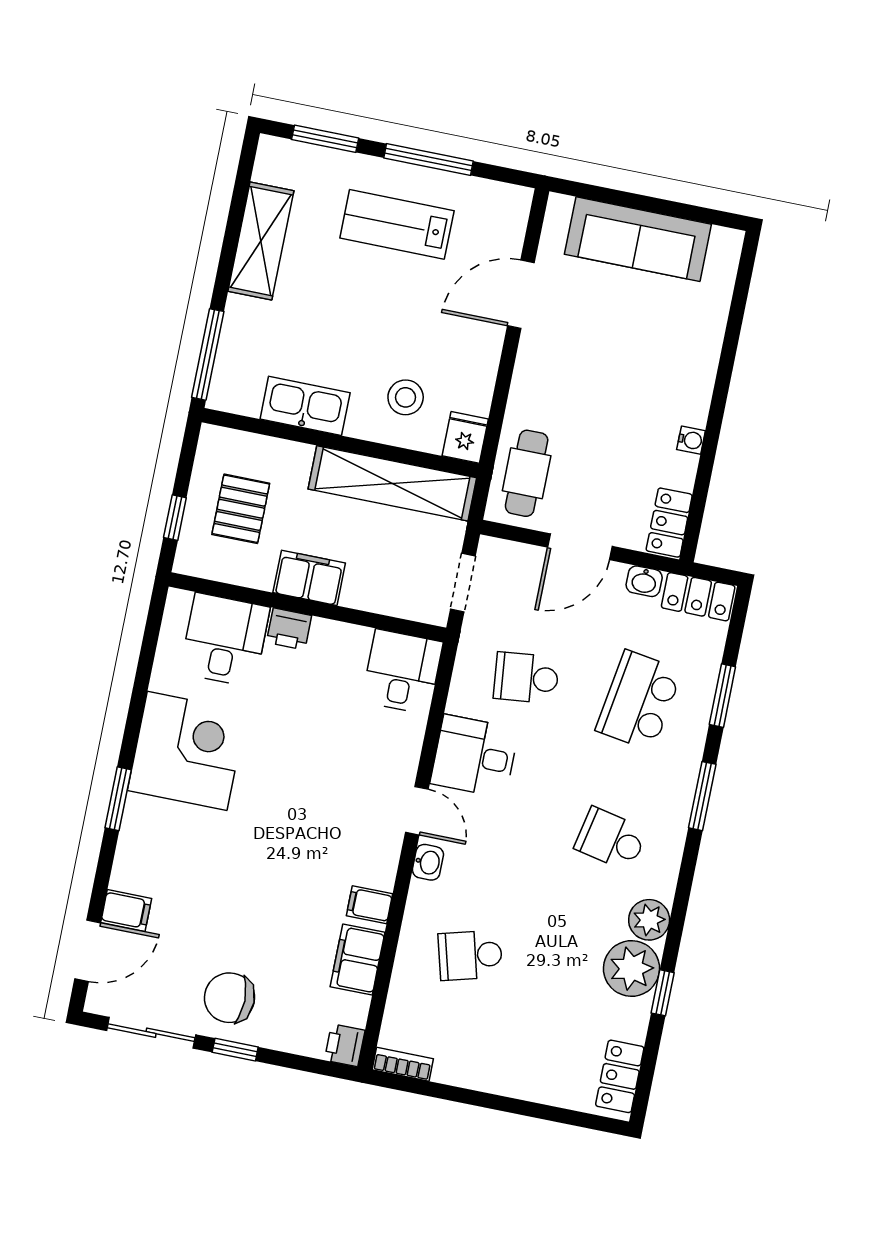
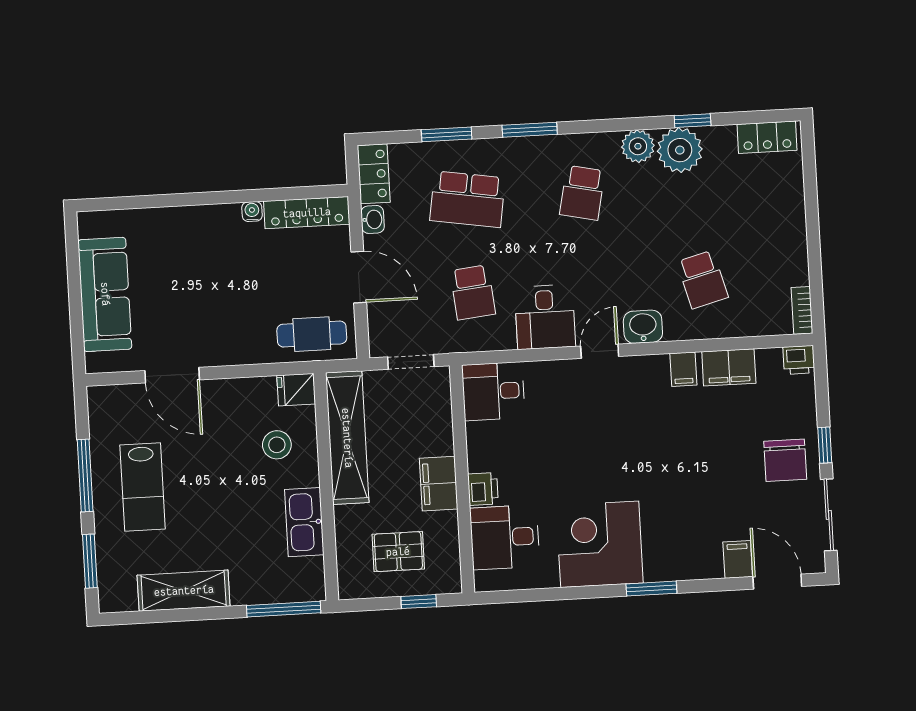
locker: (669, 523) -> (307, 213), width x1.53
washbasin: (428, 862) -> (643, 327), width x1.38, depth x1.45

